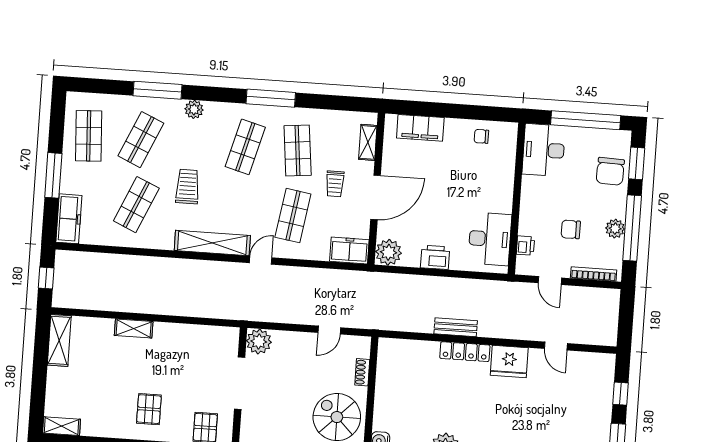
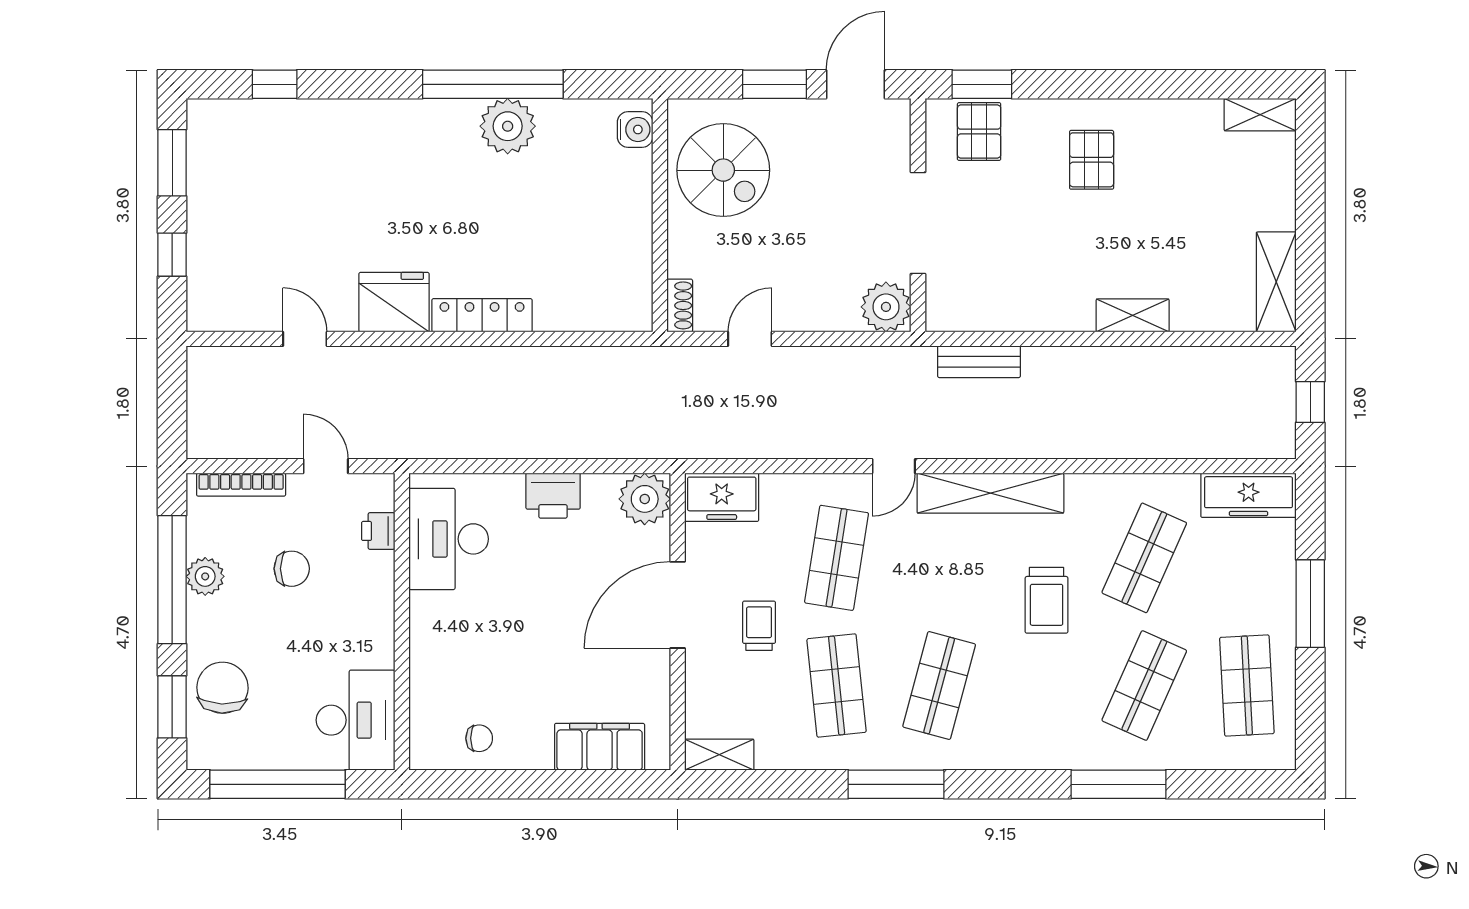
plant: (194, 109) -> (1044, 752), removed
shelving: (368, 142) -> (719, 755), moved, turned 90
freezer: (69, 219) -> (1249, 495), moved, turned -90
bench: (456, 327) -> (979, 362), moved
shoe rack: (362, 372) -> (680, 305), moved

